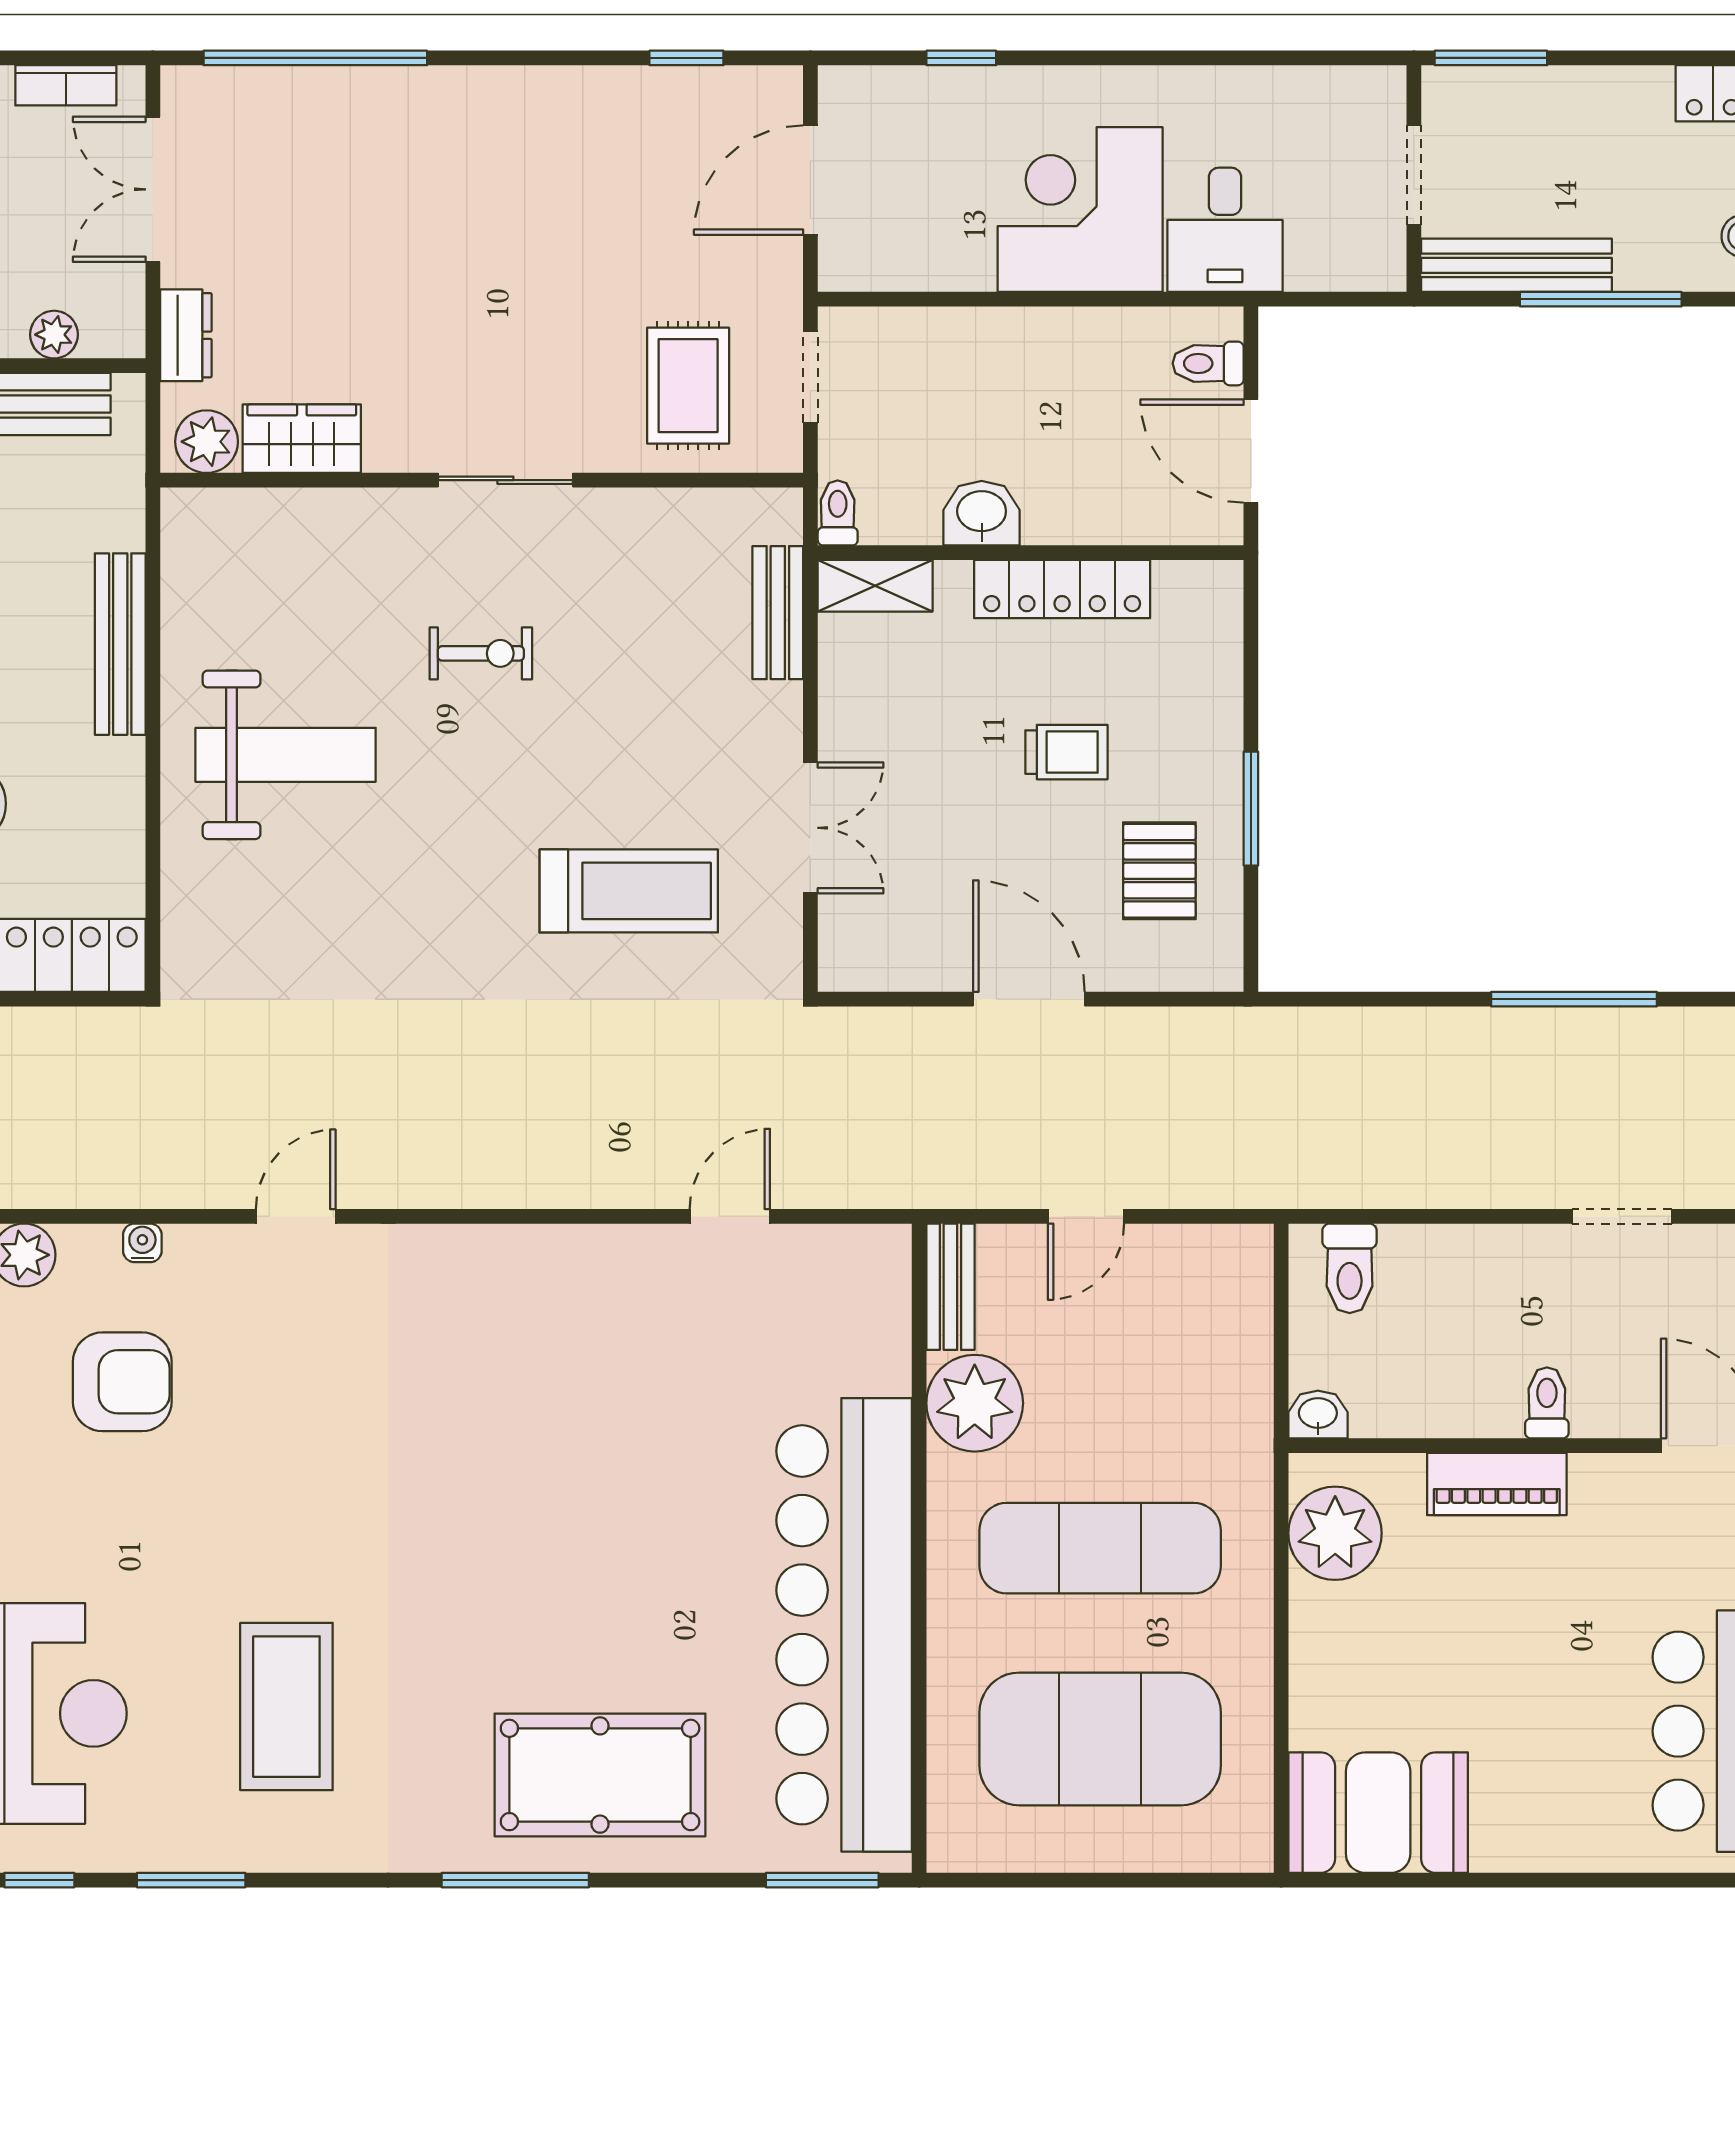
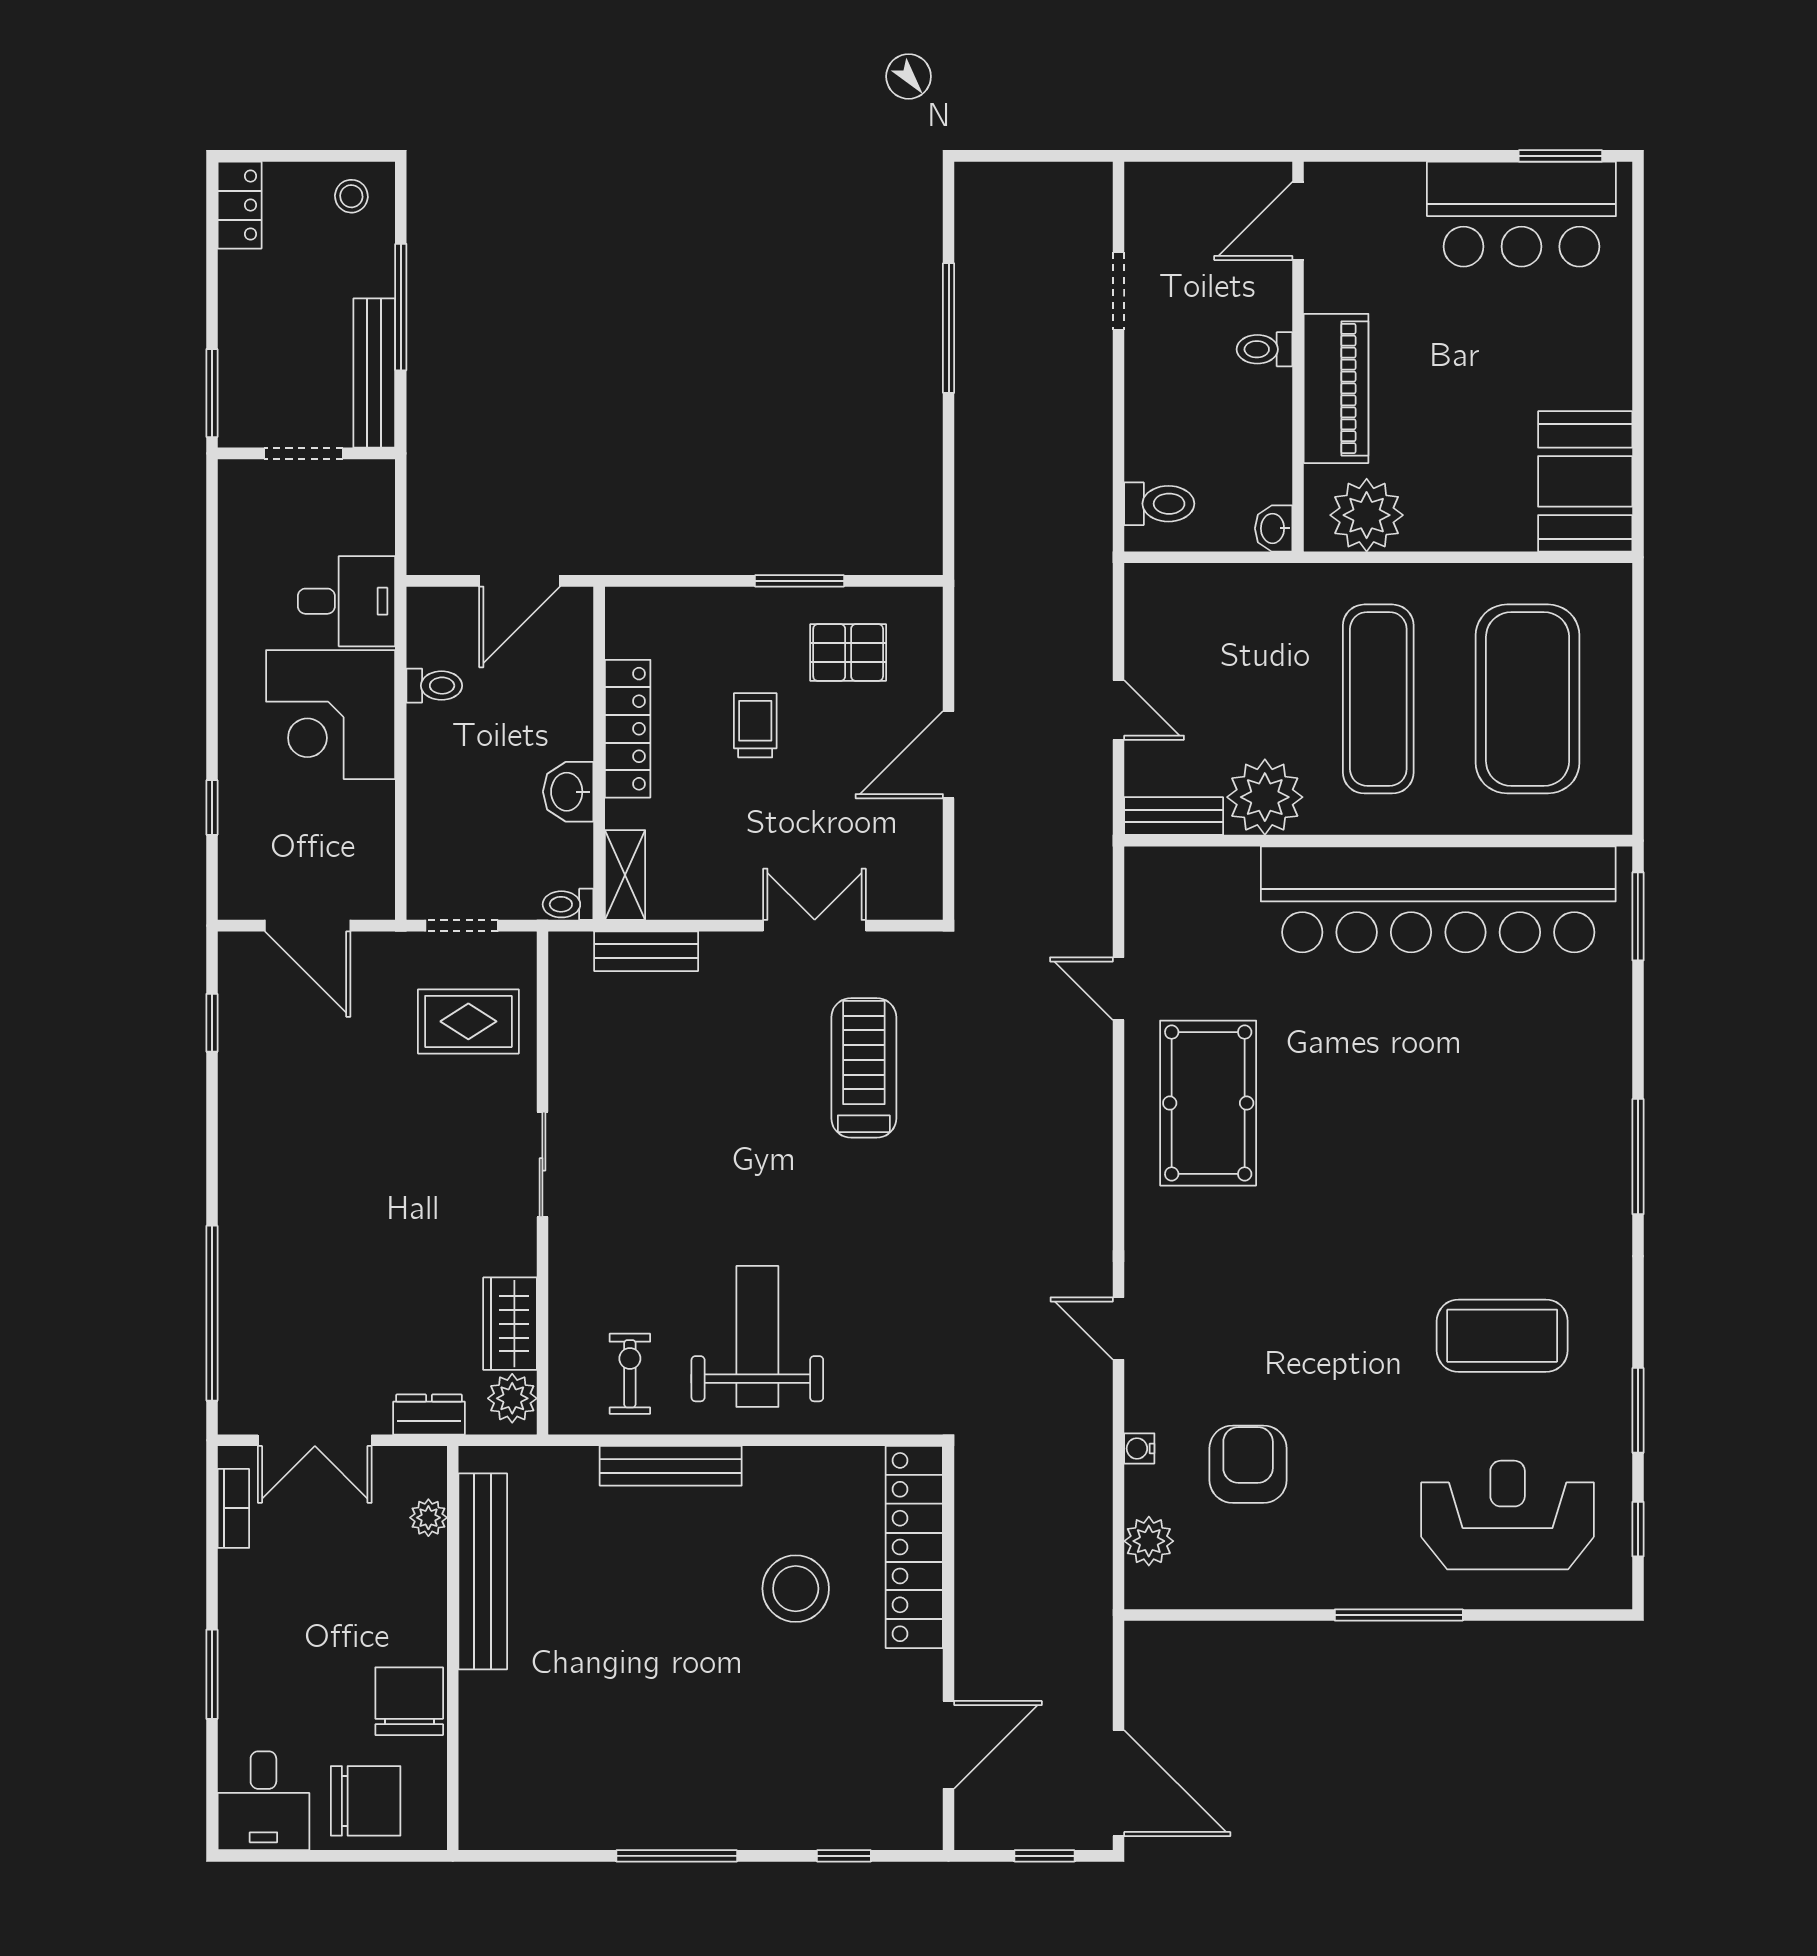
toilet: (1208, 363) -> (434, 686), moved, turned -90
exercise bike: (481, 653) -> (630, 1374), moved
piano: (1497, 1484) -> (1336, 388), width x1.37, depth x1.33
pool table: (600, 1775) -> (1208, 1103), moved

